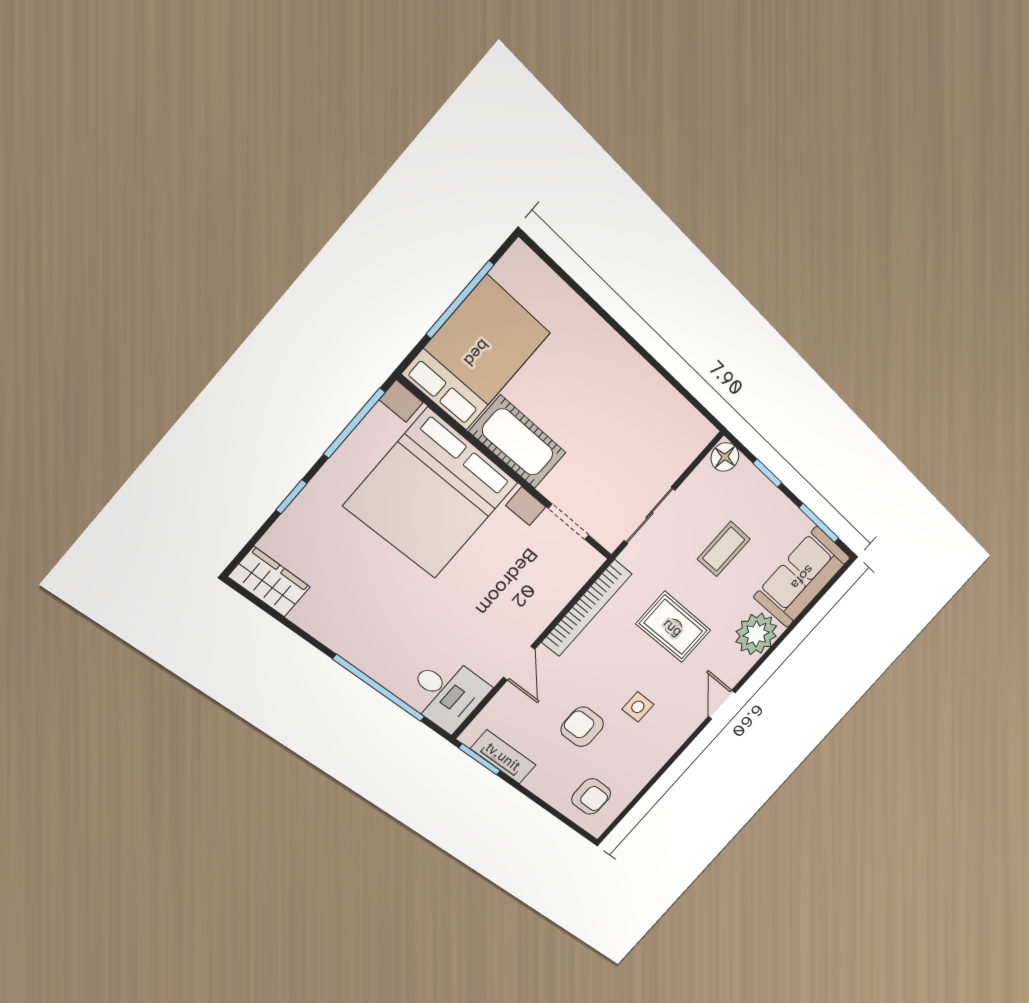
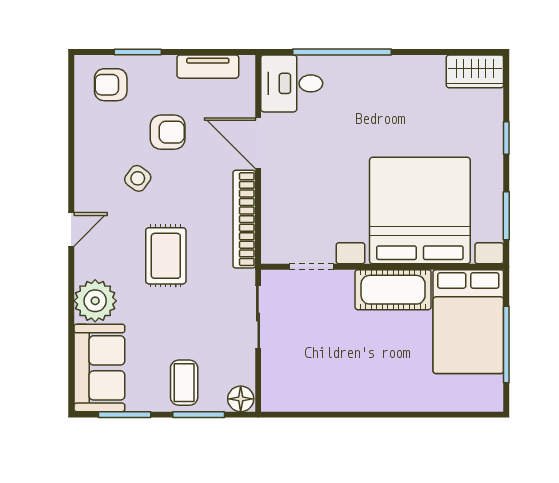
window: (354, 423) -> (506, 216), width x0.69
window: (767, 473) -> (199, 415), width x1.50
coffee table: (724, 549) -> (184, 383), moved
rug: (673, 627) -> (166, 256), turned 90
door: (519, 663) -> (258, 143), width x1.38
door: (722, 705) -> (71, 229), hinge flipped
side table: (638, 707) -> (138, 178), turned 36
window: (480, 759) -> (138, 52), moved

